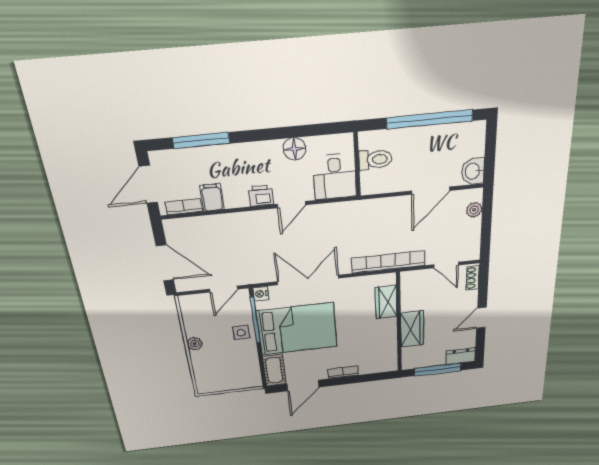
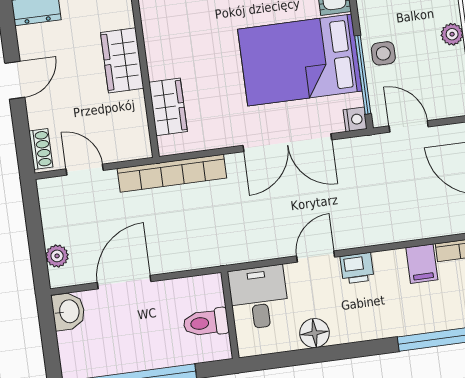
door: (223, 289) -> (409, 126), hinge flipped

